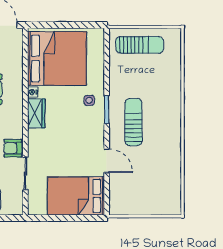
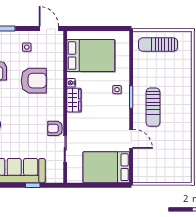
sun lounger: (140, 45) -> (158, 45), turned 180
bed: (57, 58) -> (91, 56), width x0.73
sun lounger: (134, 122) -> (153, 107), turned 180

